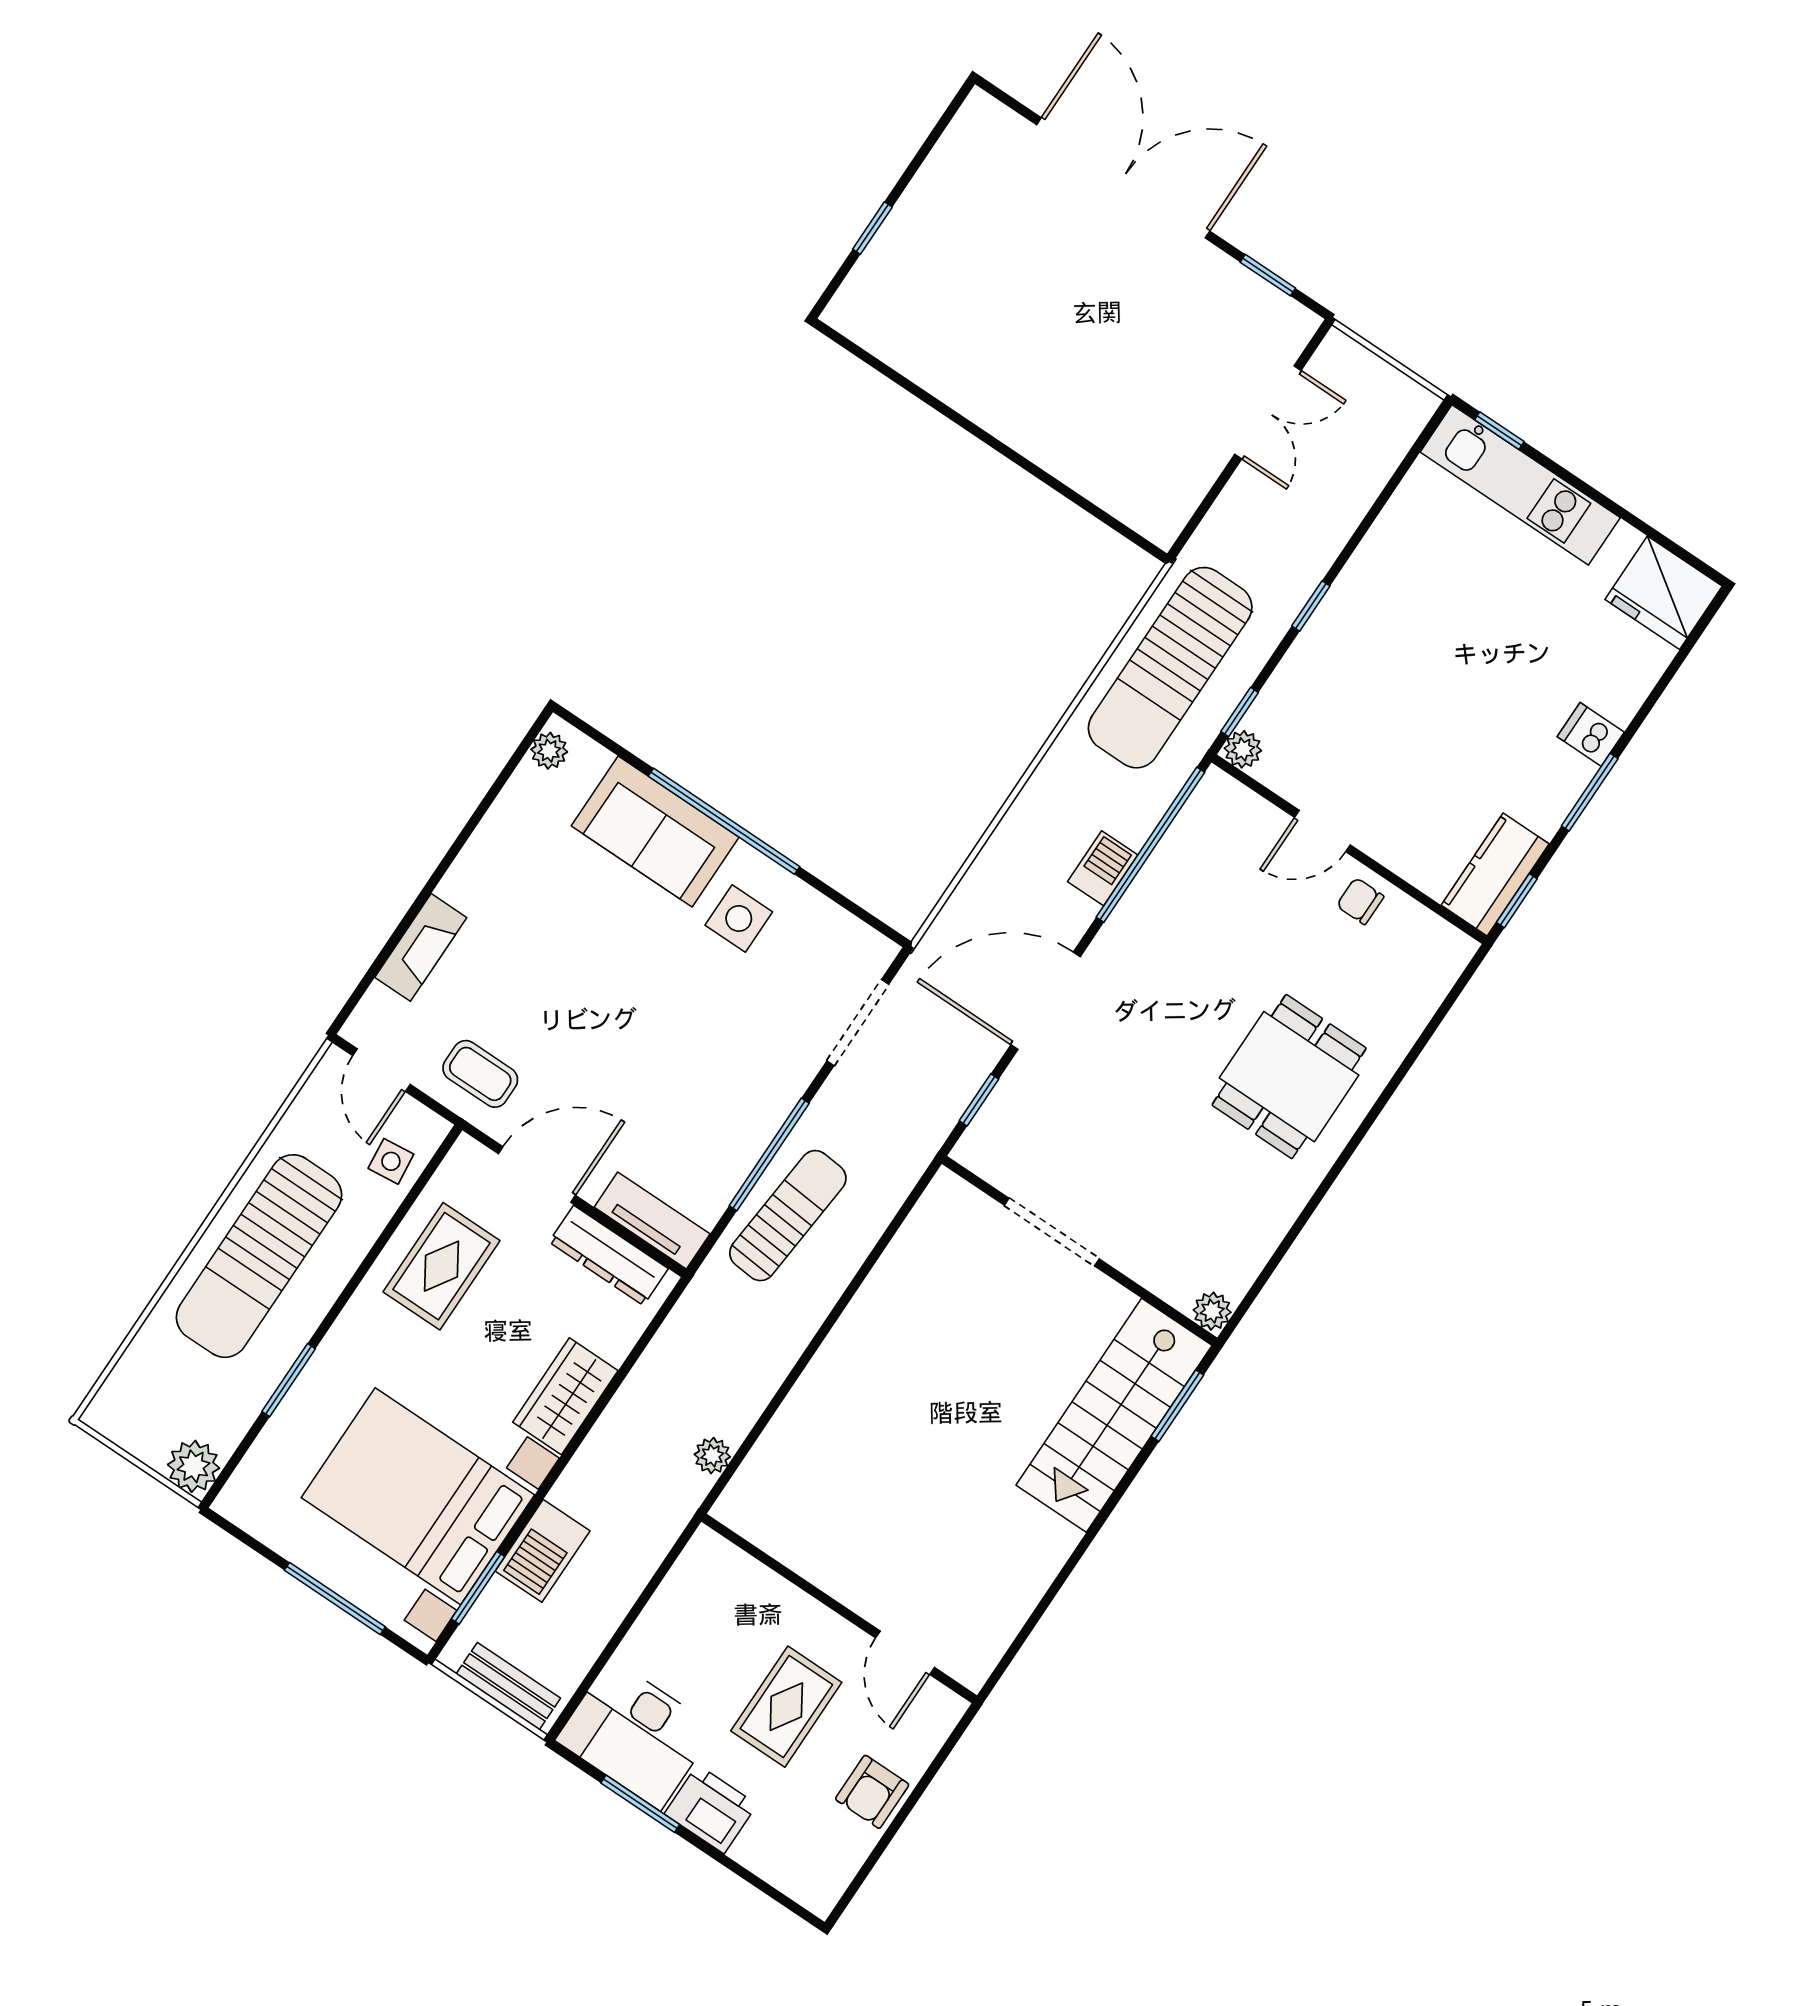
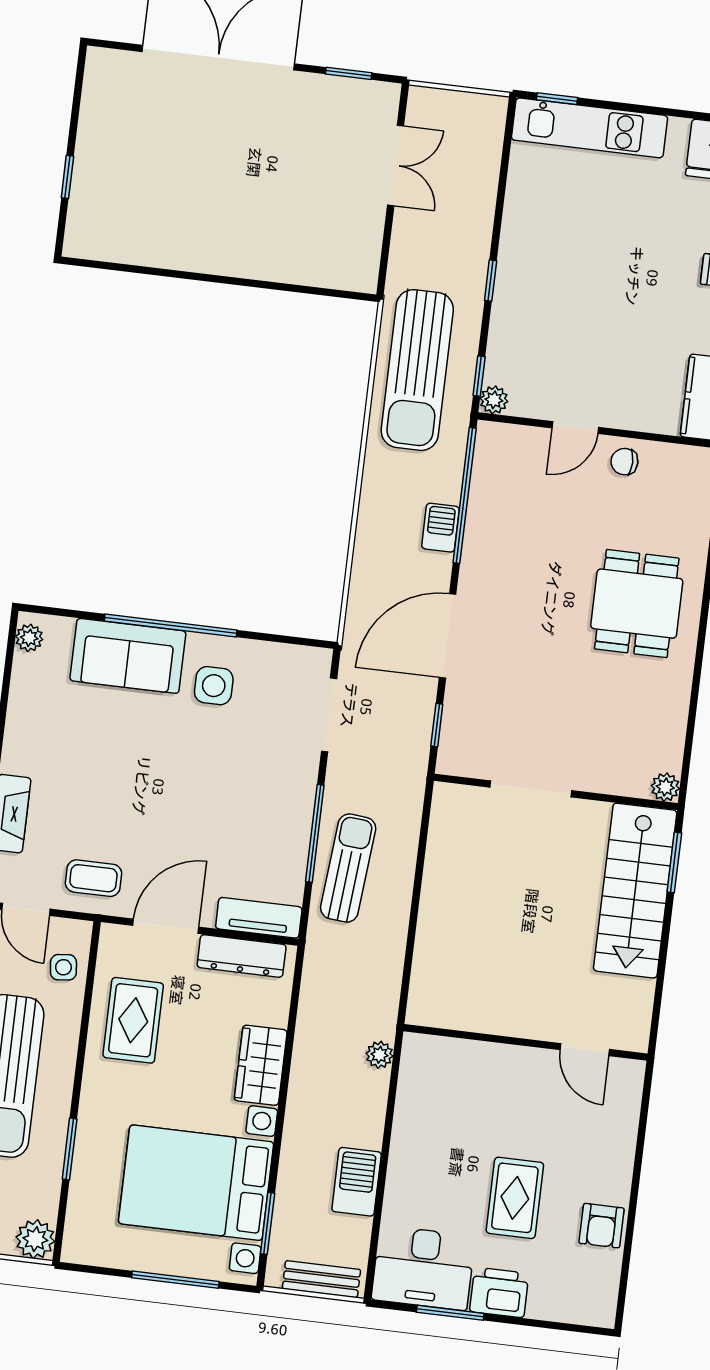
barbecue: (543, 1551) -> (357, 1182), moved, turned 180
wall: (839, 1608) -> (525, 1042), moved
door: (905, 1653) -> (585, 1050), moved

